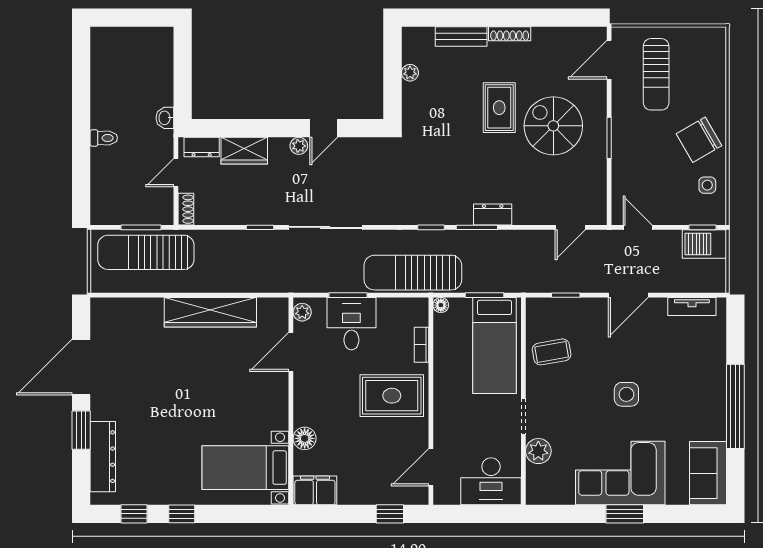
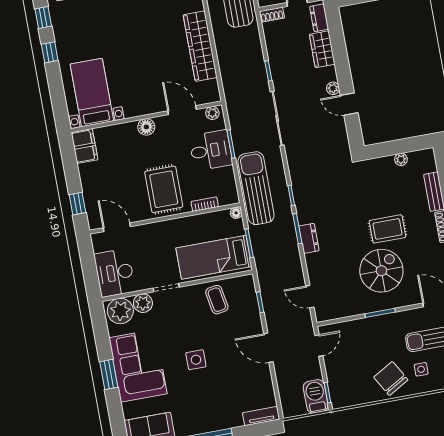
side table: (707, 185) -> (421, 369), moved
tv unit: (692, 307) -> (261, 416), moved, turned 90
floor lamp: (305, 438) -> (146, 127), moved
plant: (543, 483) -> (120, 311), added

